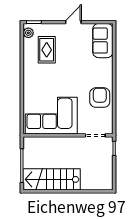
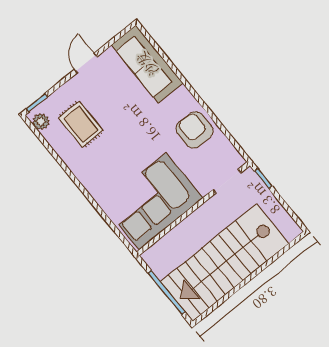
sofa: (103, 41) -> (147, 64), width x1.36
stairs: (52, 179) -> (225, 263), width x1.36, depth x1.51

